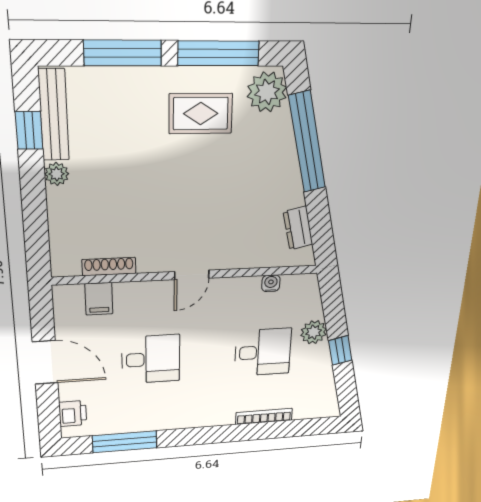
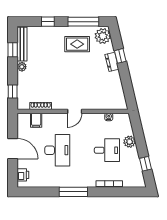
window: (123, 53) -> (48, 22), width x0.46
window: (307, 142) -> (120, 56), width x0.32
dresser: (298, 228) -> (112, 62), moved
window: (36, 236) -> (13, 91), added
window: (340, 350) -> (146, 164), moved
desk: (151, 359) -> (57, 150), width x1.37
window: (125, 442) -> (73, 192), moved

